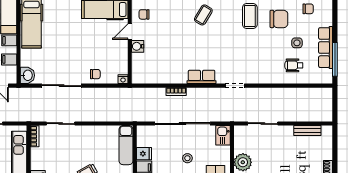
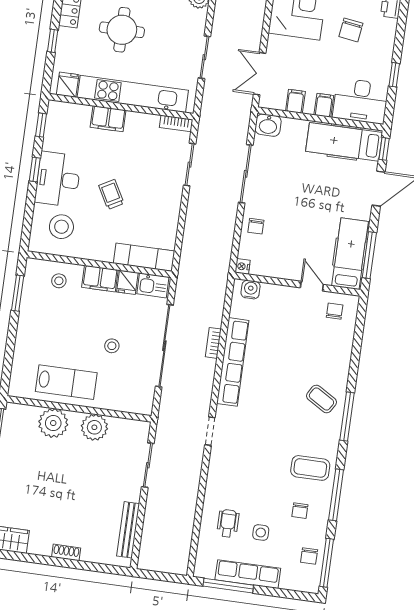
chair: (279, 19) -> (300, 511), width x0.54, depth x0.54
water cooler: (138, 46) -> (251, 290), moved
row of seats: (202, 77) -> (233, 362), width x2.02
bench: (307, 131) -> (128, 530), width x1.36
kitchen sink: (223, 135) -> (153, 285), moved, turned 180

